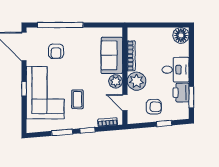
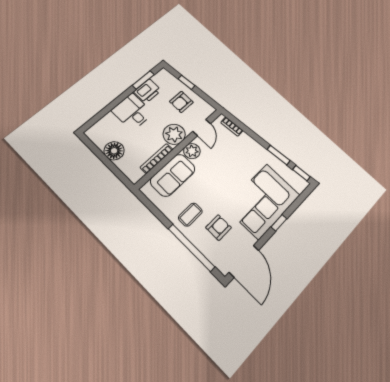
floor lamp: (181, 35) -> (114, 151), moved
coffee table: (77, 99) -> (190, 215), moved
armchair: (154, 107) -> (181, 102), turned -90
window: (88, 130) -> (301, 173), moved

